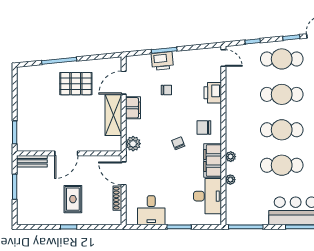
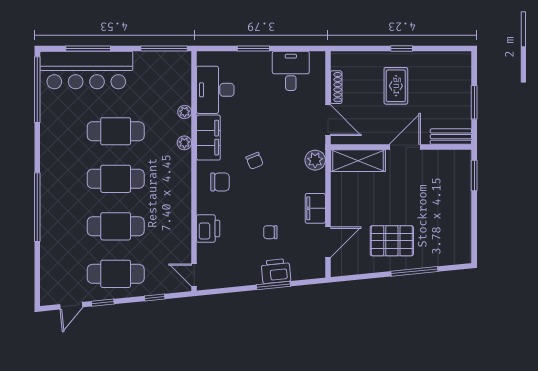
shelving: (113, 115) -> (358, 161), moved, turned 90

